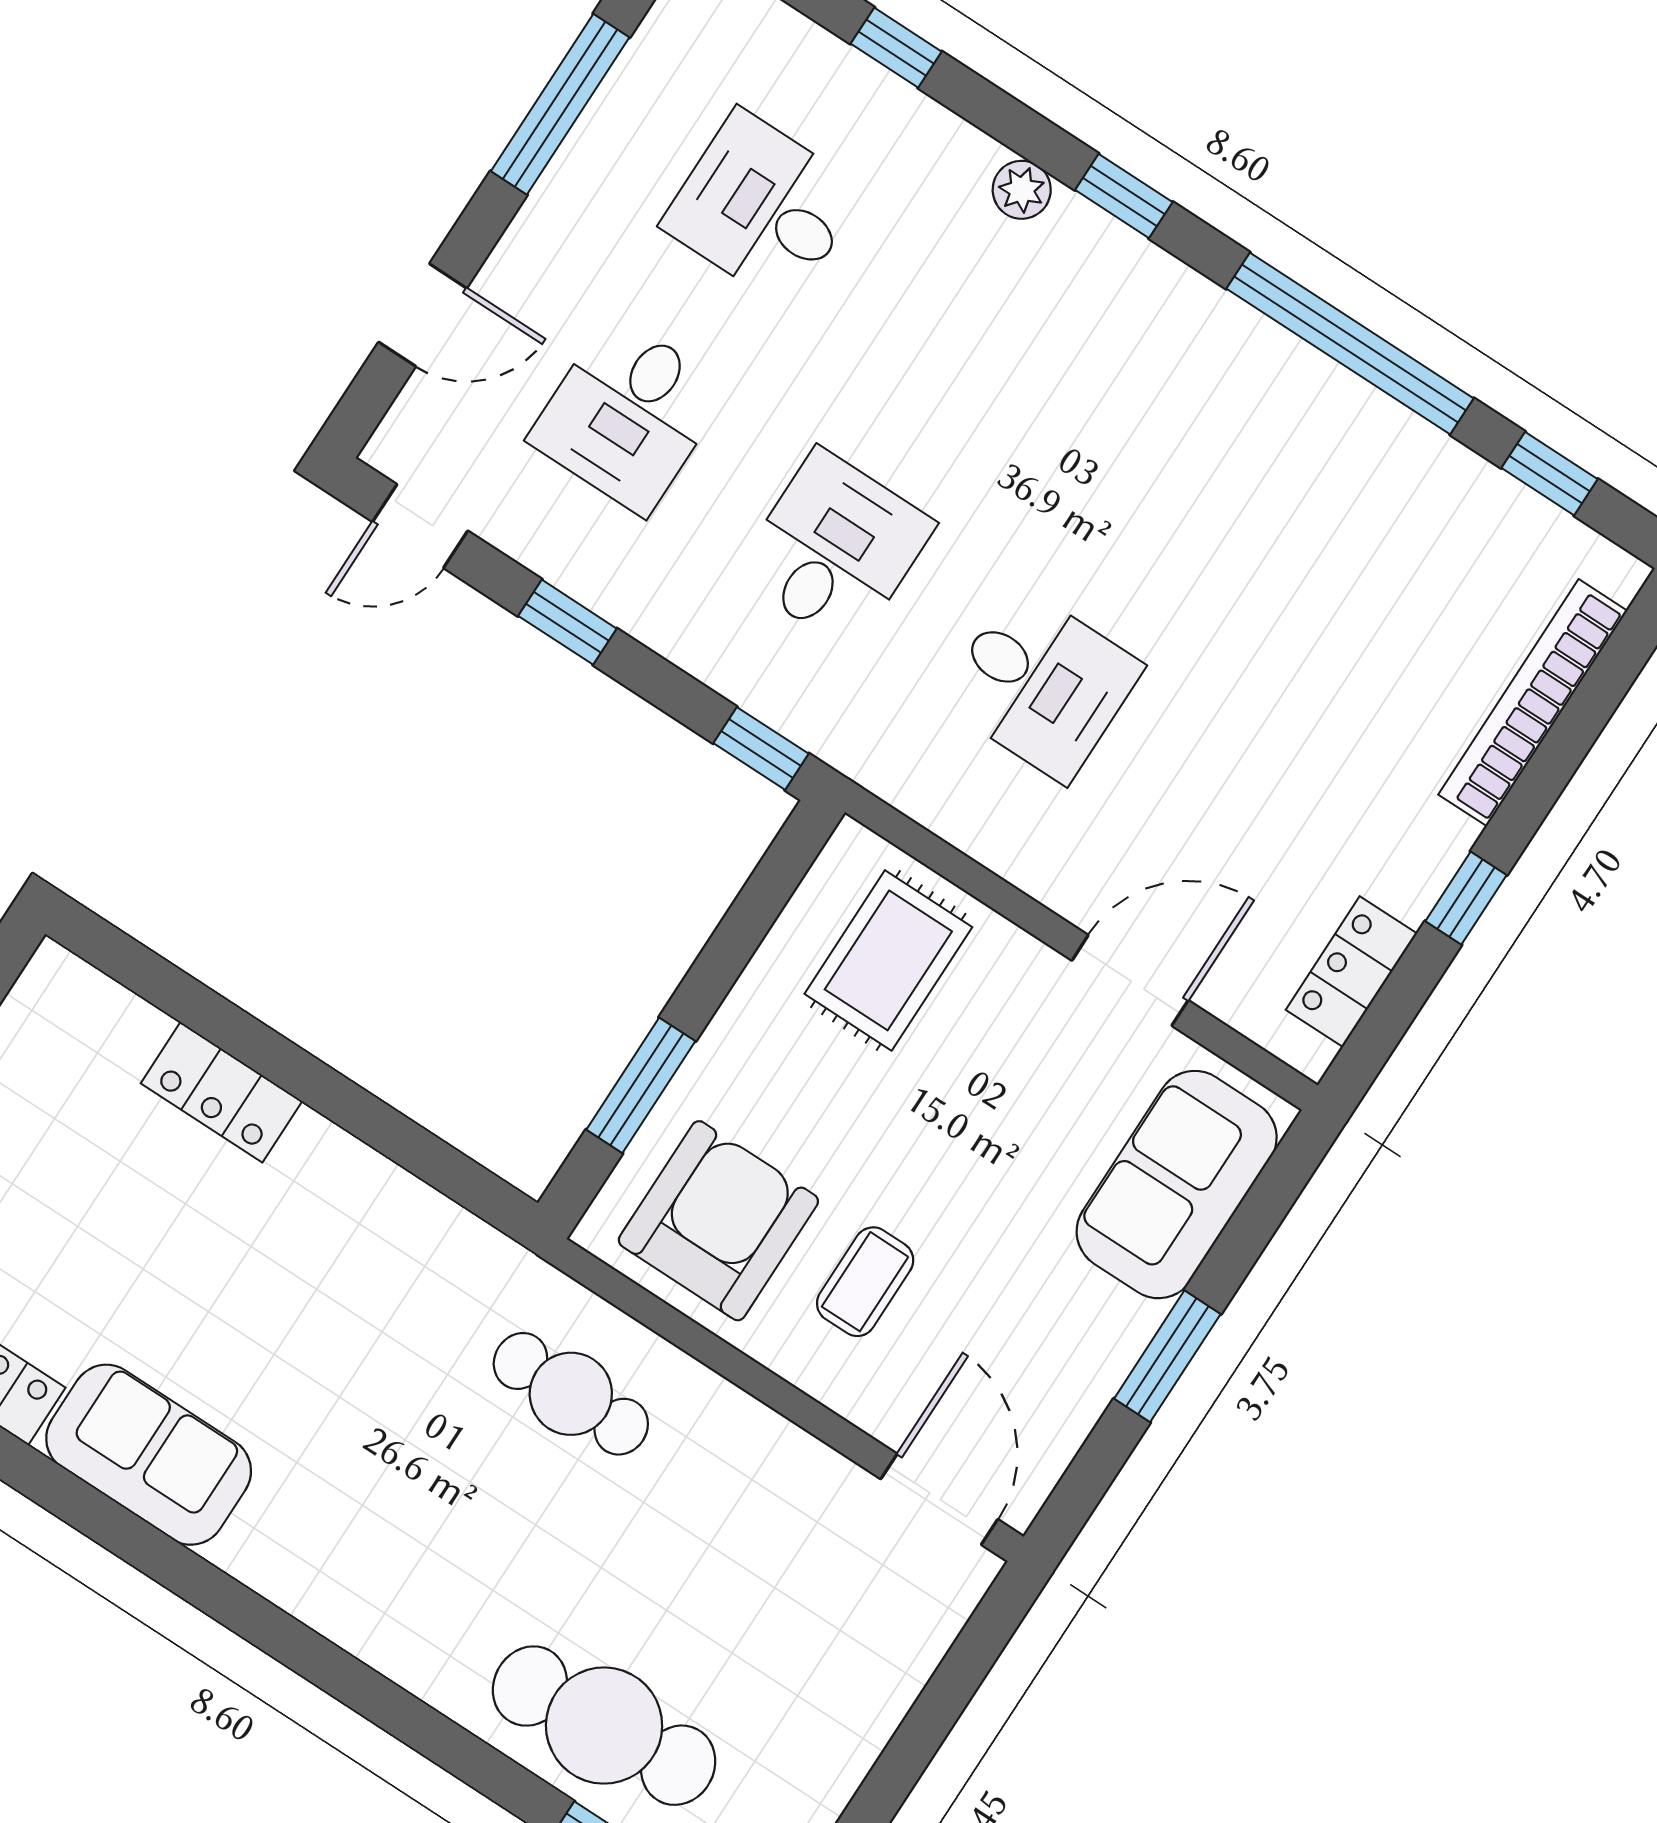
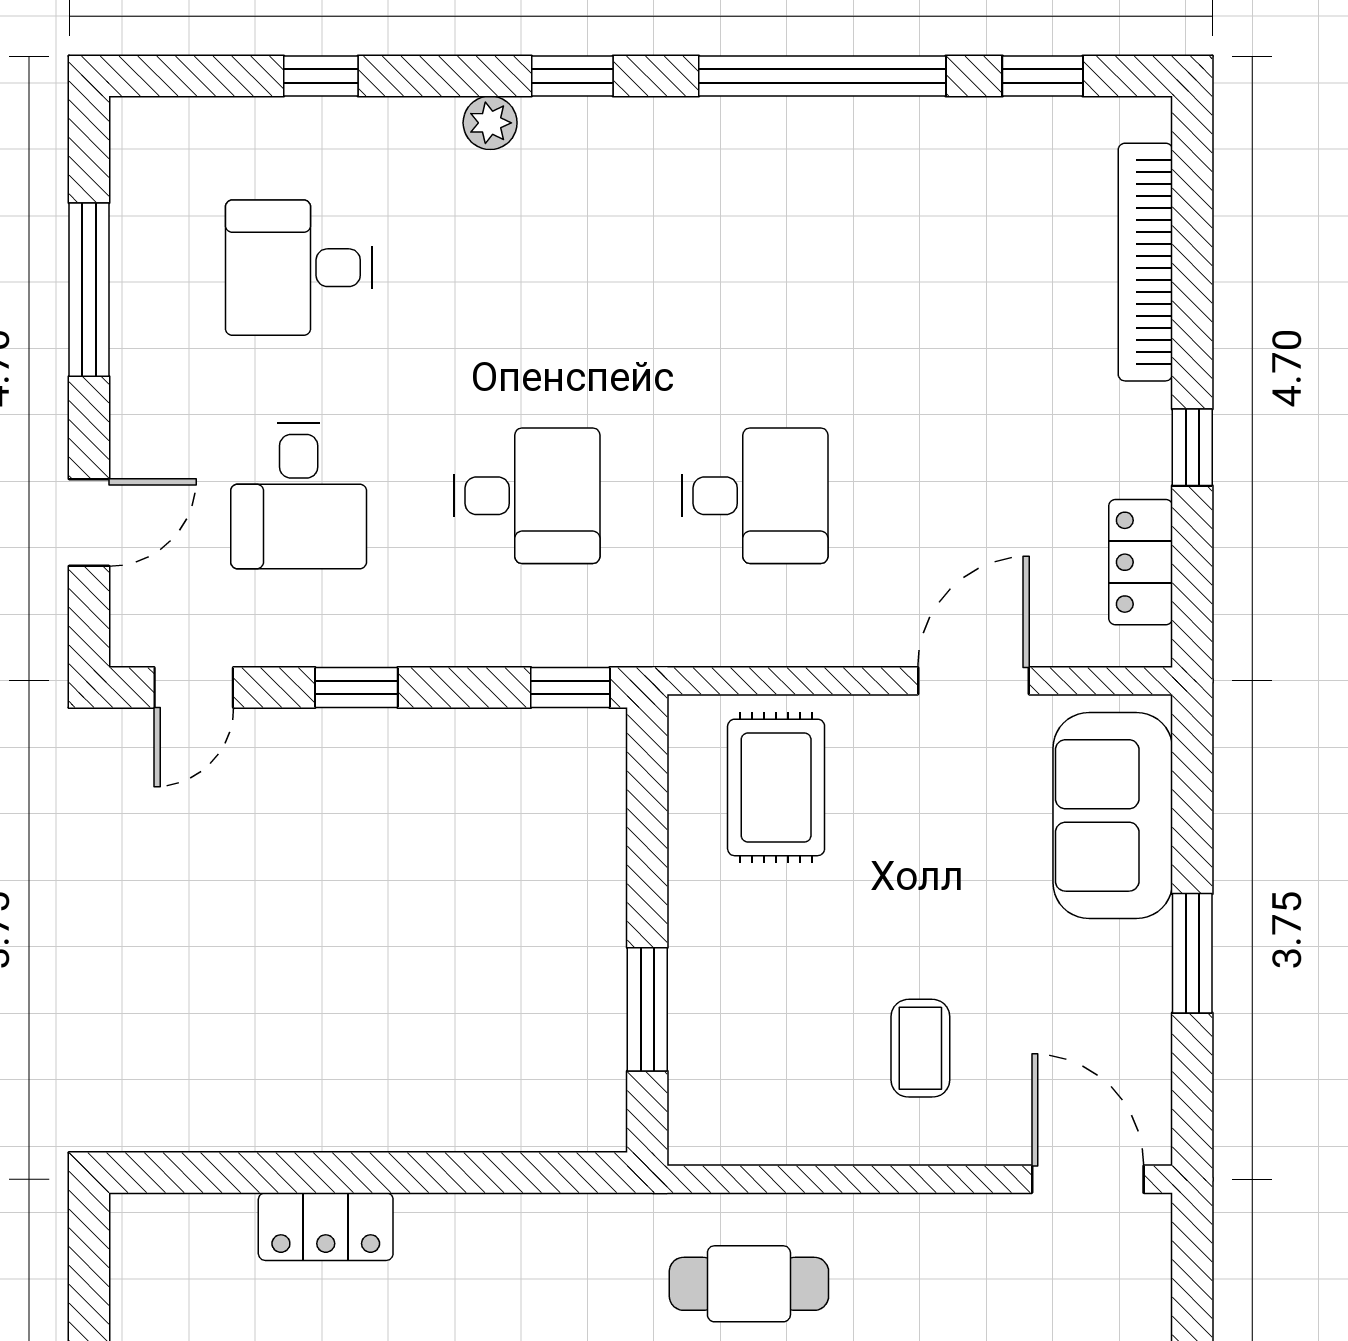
desk: (835, 549) -> (527, 496), turned 90
armchair: (718, 1221) -> (776, 1075), removed

